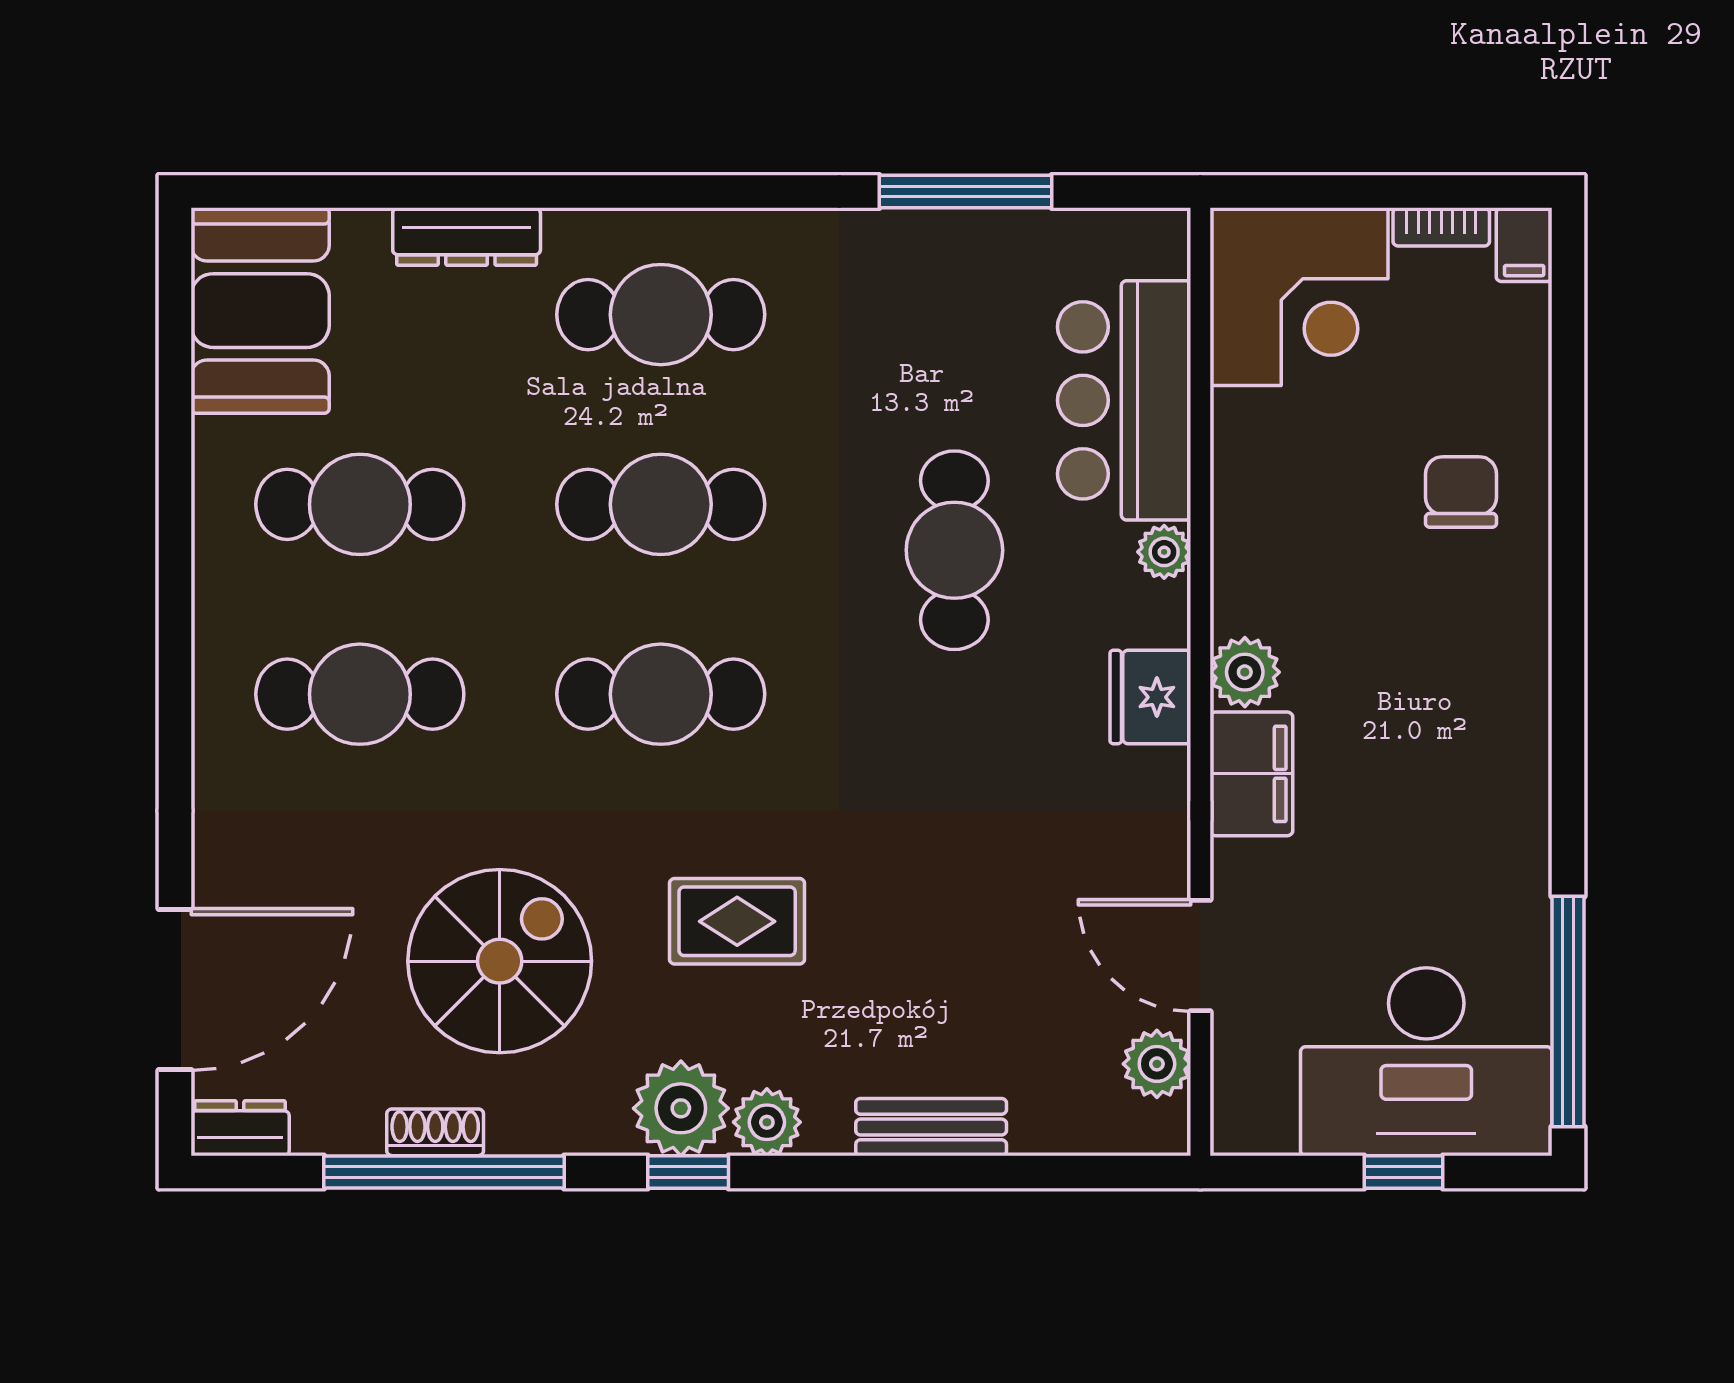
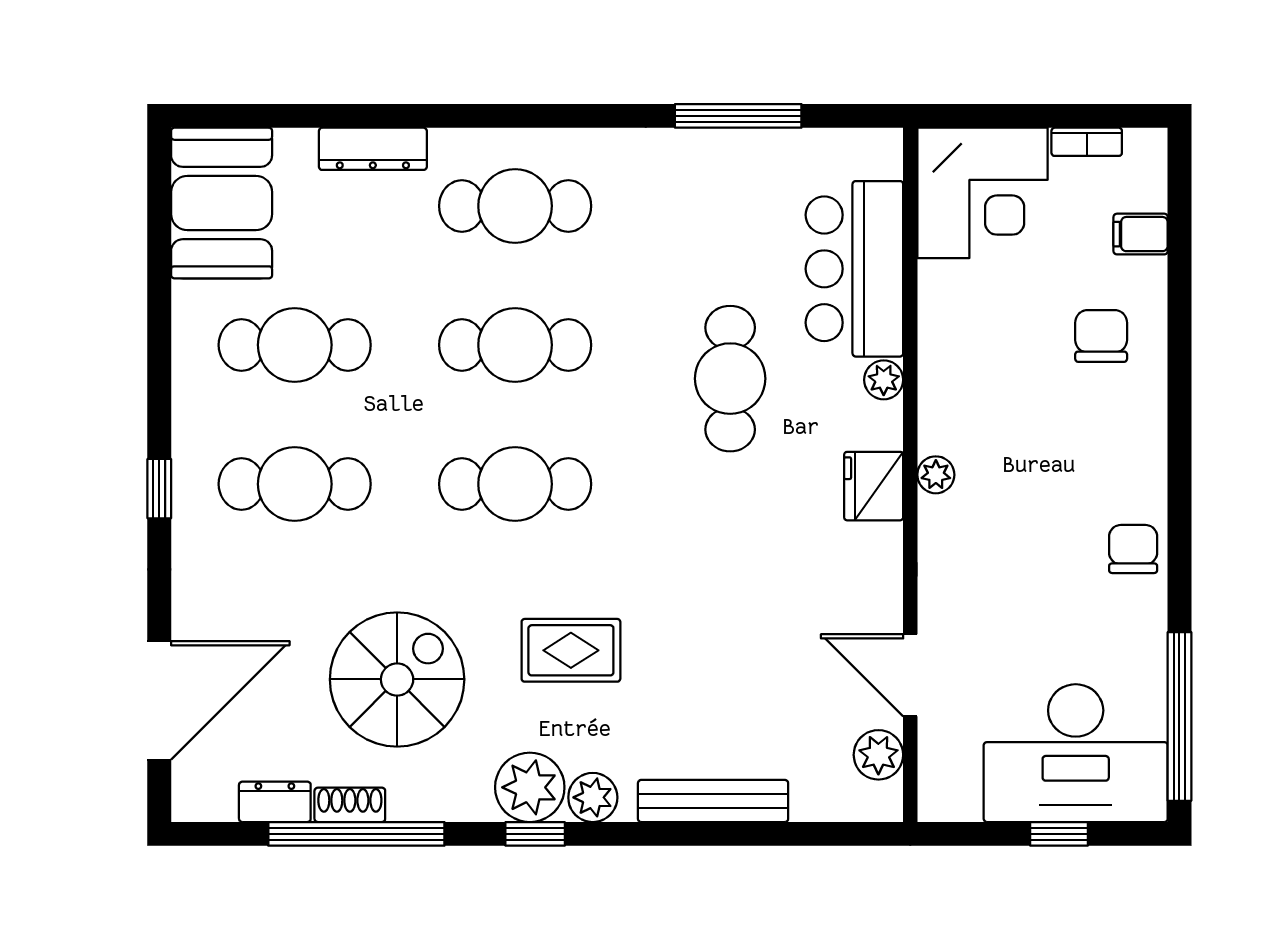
filing cabinet: (1524, 245) -> (1141, 234), moved, turned 90
plant: (1245, 672) -> (936, 475), width x0.73, depth x0.73
window: (175, 700) -> (159, 489), added
filing cabinet: (1251, 774) -> (948, 542), removed
chair: (1505, 783) -> (1133, 549), added
bench: (931, 1127) -> (713, 801), width x1.36
dresser: (240, 1128) -> (275, 802), moved

